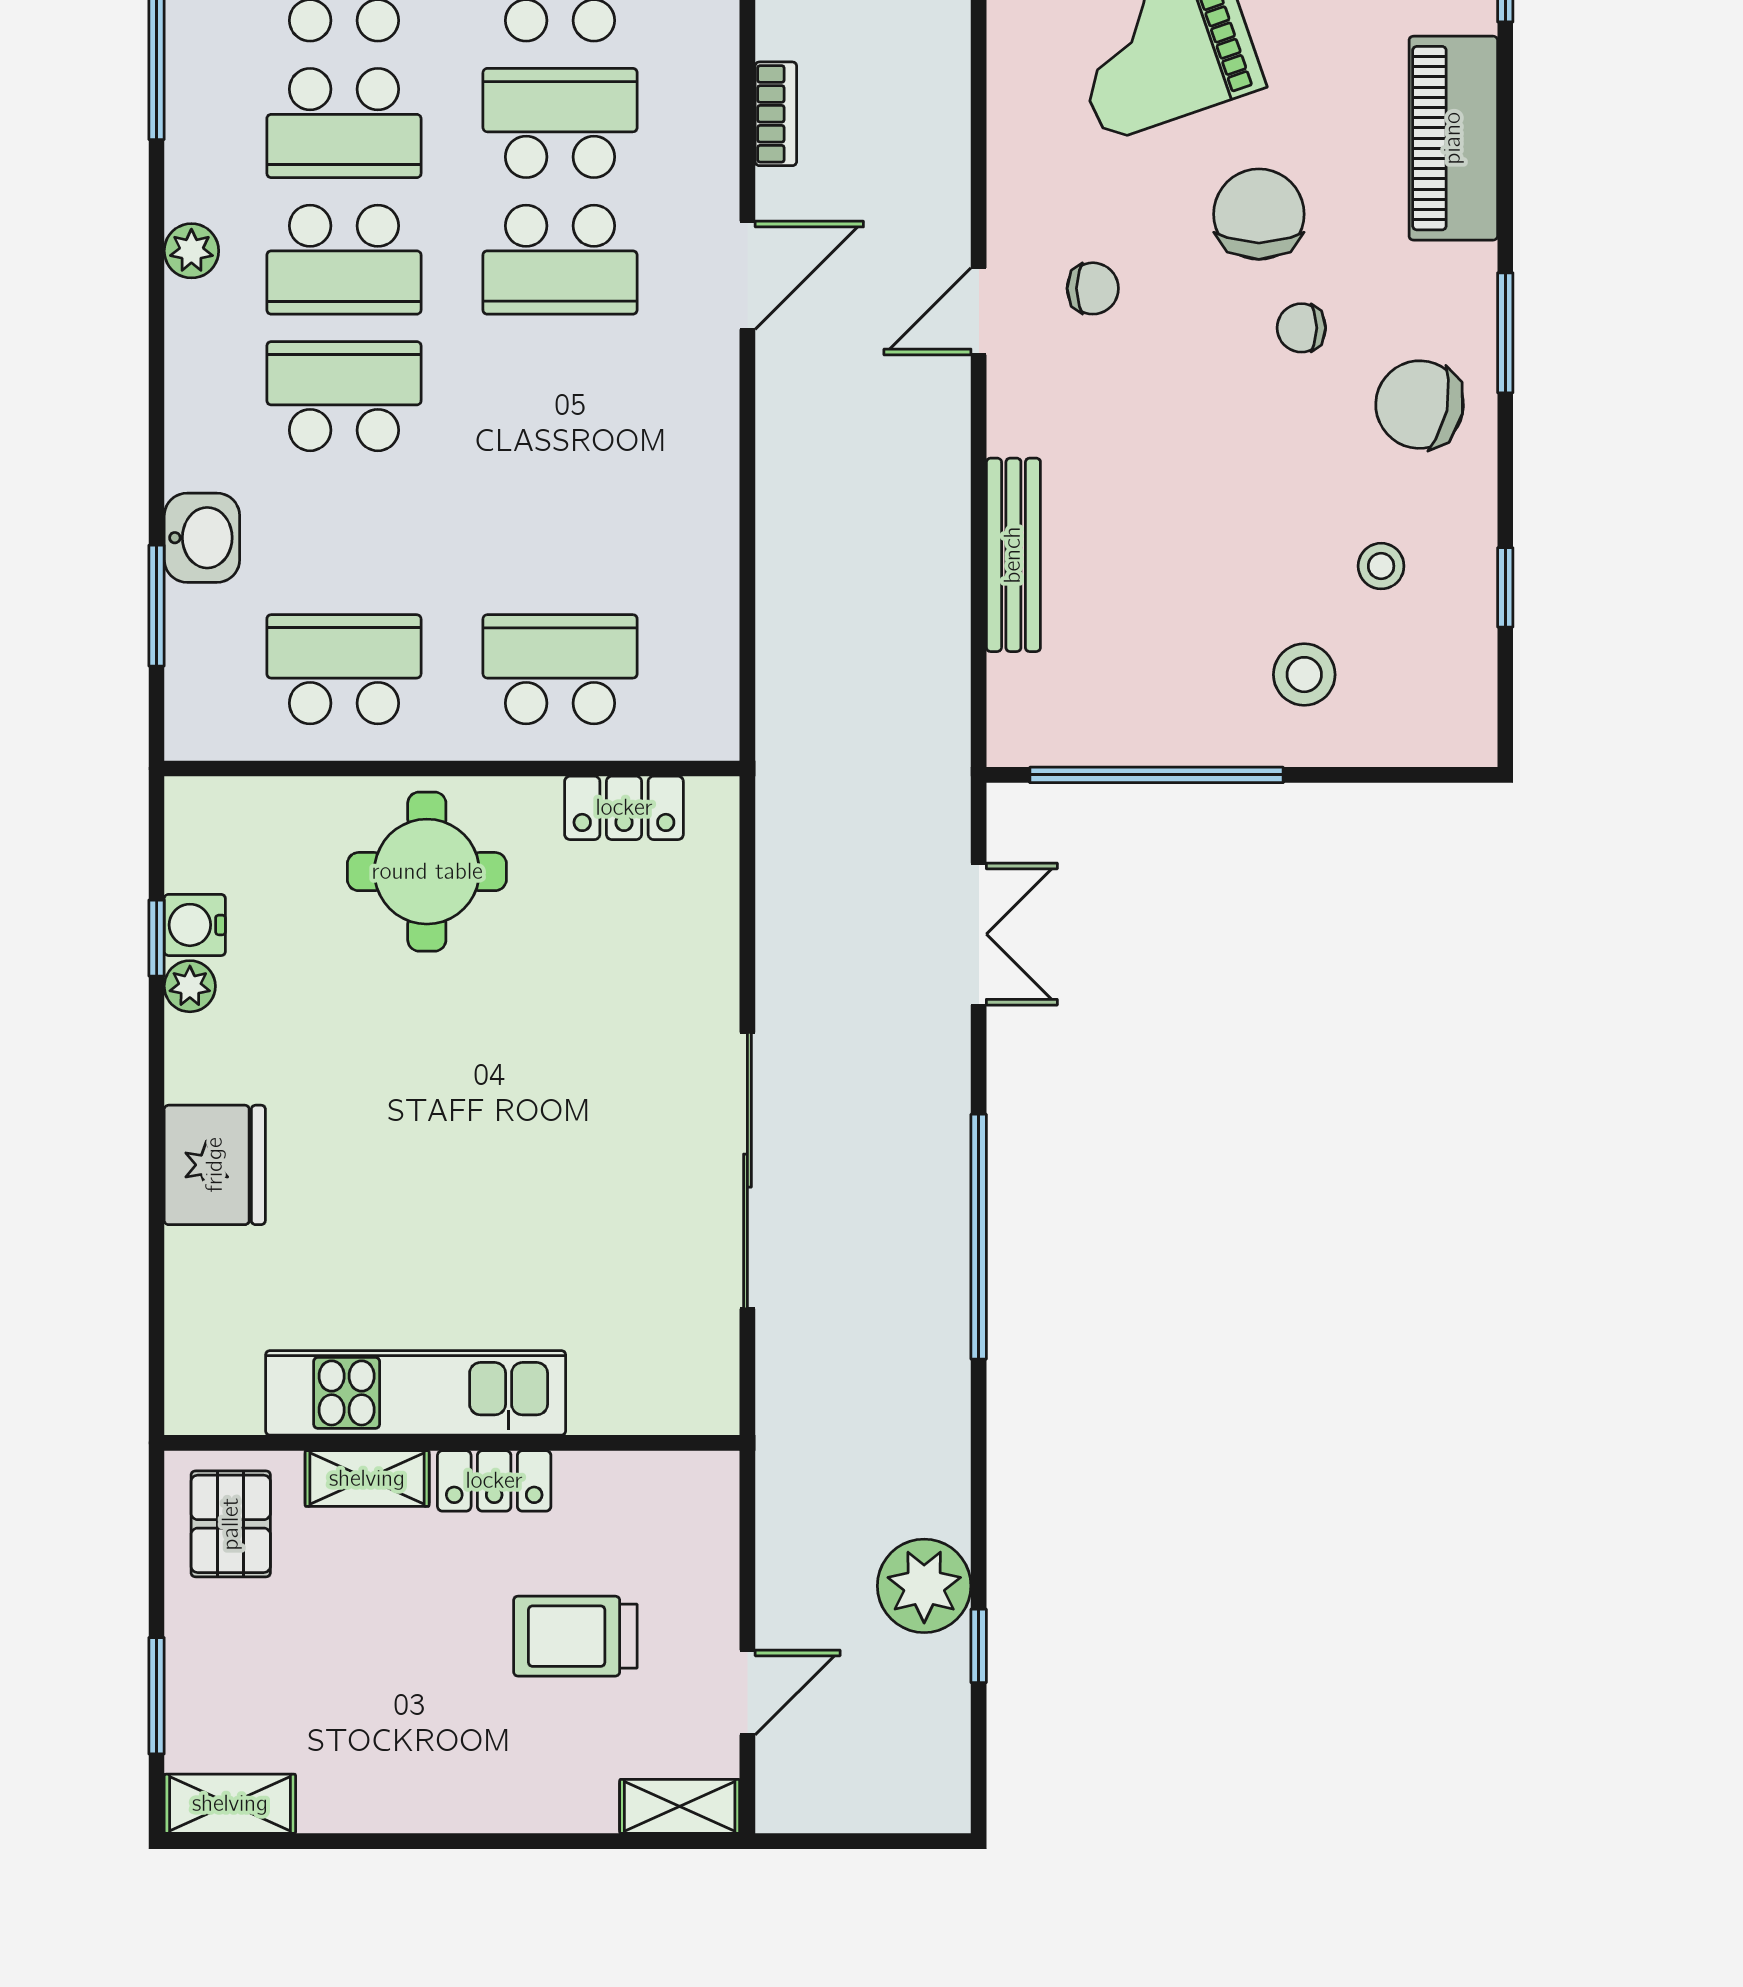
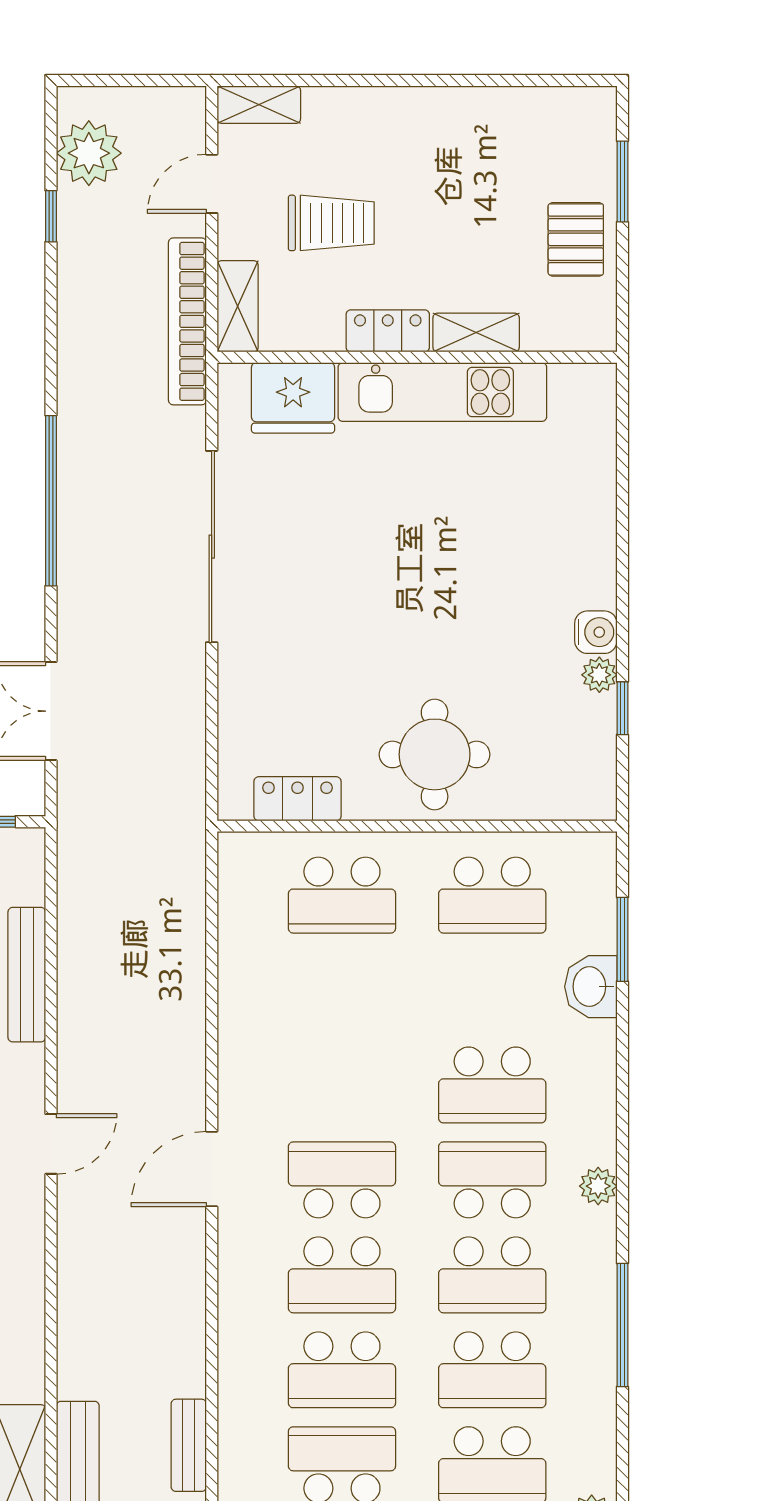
bookcase: (776, 114) -> (187, 321), moved, width x2.31, depth x1.31
school desk: (344, 123) -> (492, 1275), turned 180
water cooler: (195, 925) -> (596, 632), moved
fridge: (215, 1165) -> (293, 398), moved, turned -90
pallet: (231, 1524) -> (576, 239), moved
plant: (924, 1586) -> (89, 153), moved
shelving: (230, 1804) -> (238, 306), moved, turned 90

